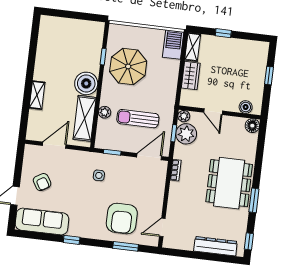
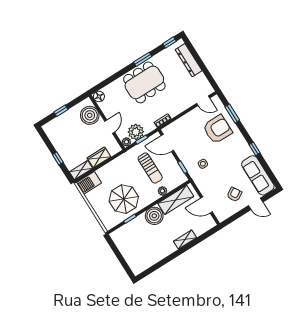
boiler: (246, 107) -> (90, 115), width x1.86, depth x1.86

